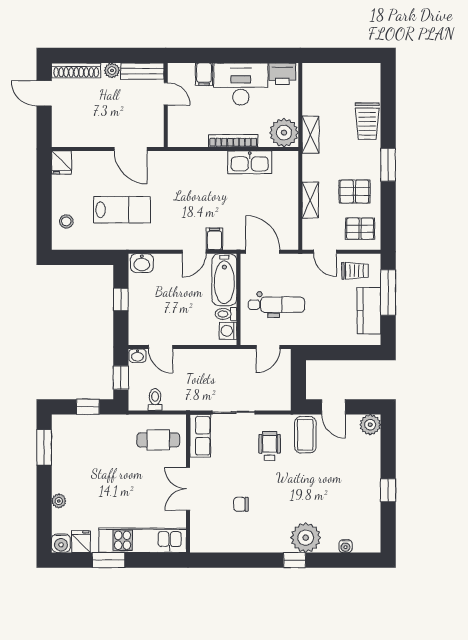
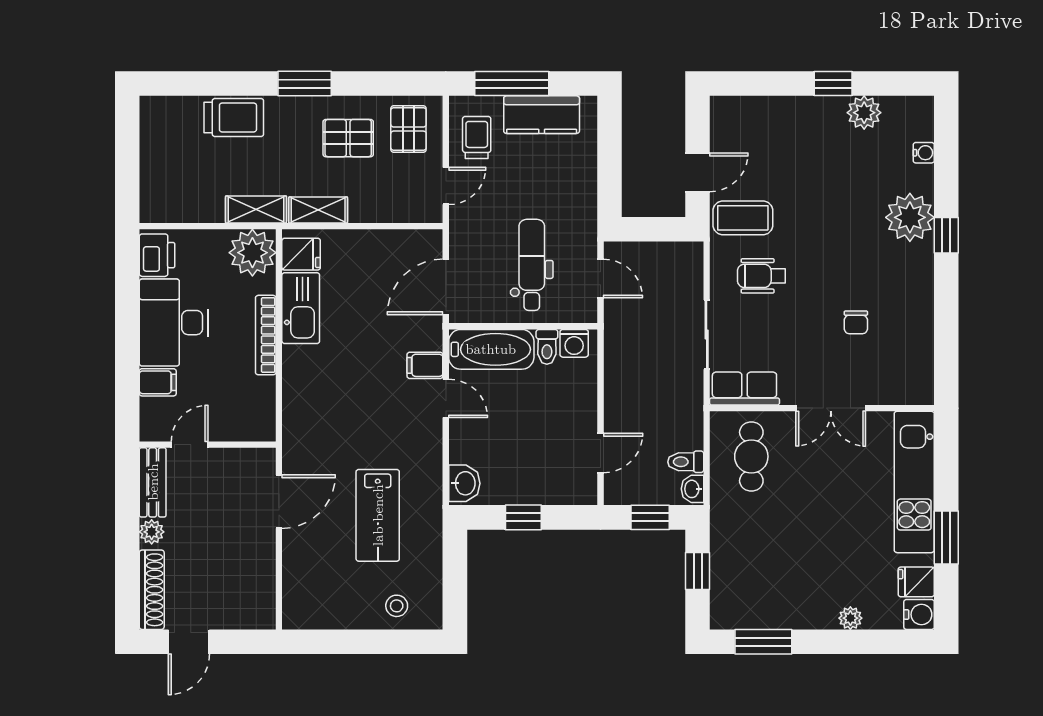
fridge: (62, 163) -> (301, 254), moved
pallet: (354, 192) -> (348, 138), turned 90
shelving: (310, 200) -> (318, 210), moved
lab bench: (122, 210) -> (378, 515), turned 180
washbasin: (137, 356) -> (692, 489), moved, turned 180
plant: (370, 425) -> (864, 113), moved

